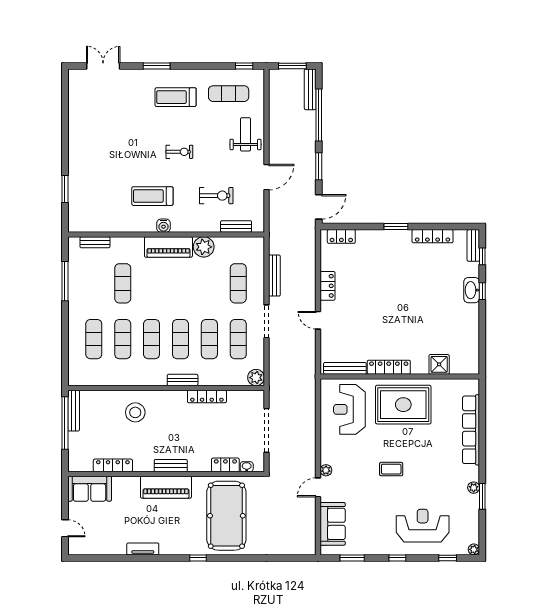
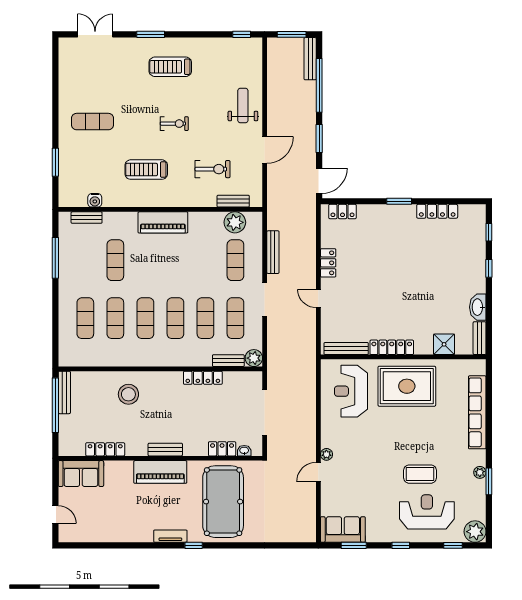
exercise mat: (229, 94) -> (92, 122), moved
water cooler: (163, 226) -> (95, 200), moved
bench: (473, 245) -> (480, 338), moved
plant: (204, 247) -> (235, 222), moved
washbasin: (472, 290) -> (478, 307), moved
bench: (183, 380) -> (228, 361), moved
coffee table: (391, 469) -> (420, 474), moved, width x1.36, depth x1.30
sofa: (333, 524) -> (343, 530), moved, turned -90
tv unit: (143, 549) -> (170, 536), moved
plant: (474, 549) -> (475, 532), width x1.88, depth x1.88

